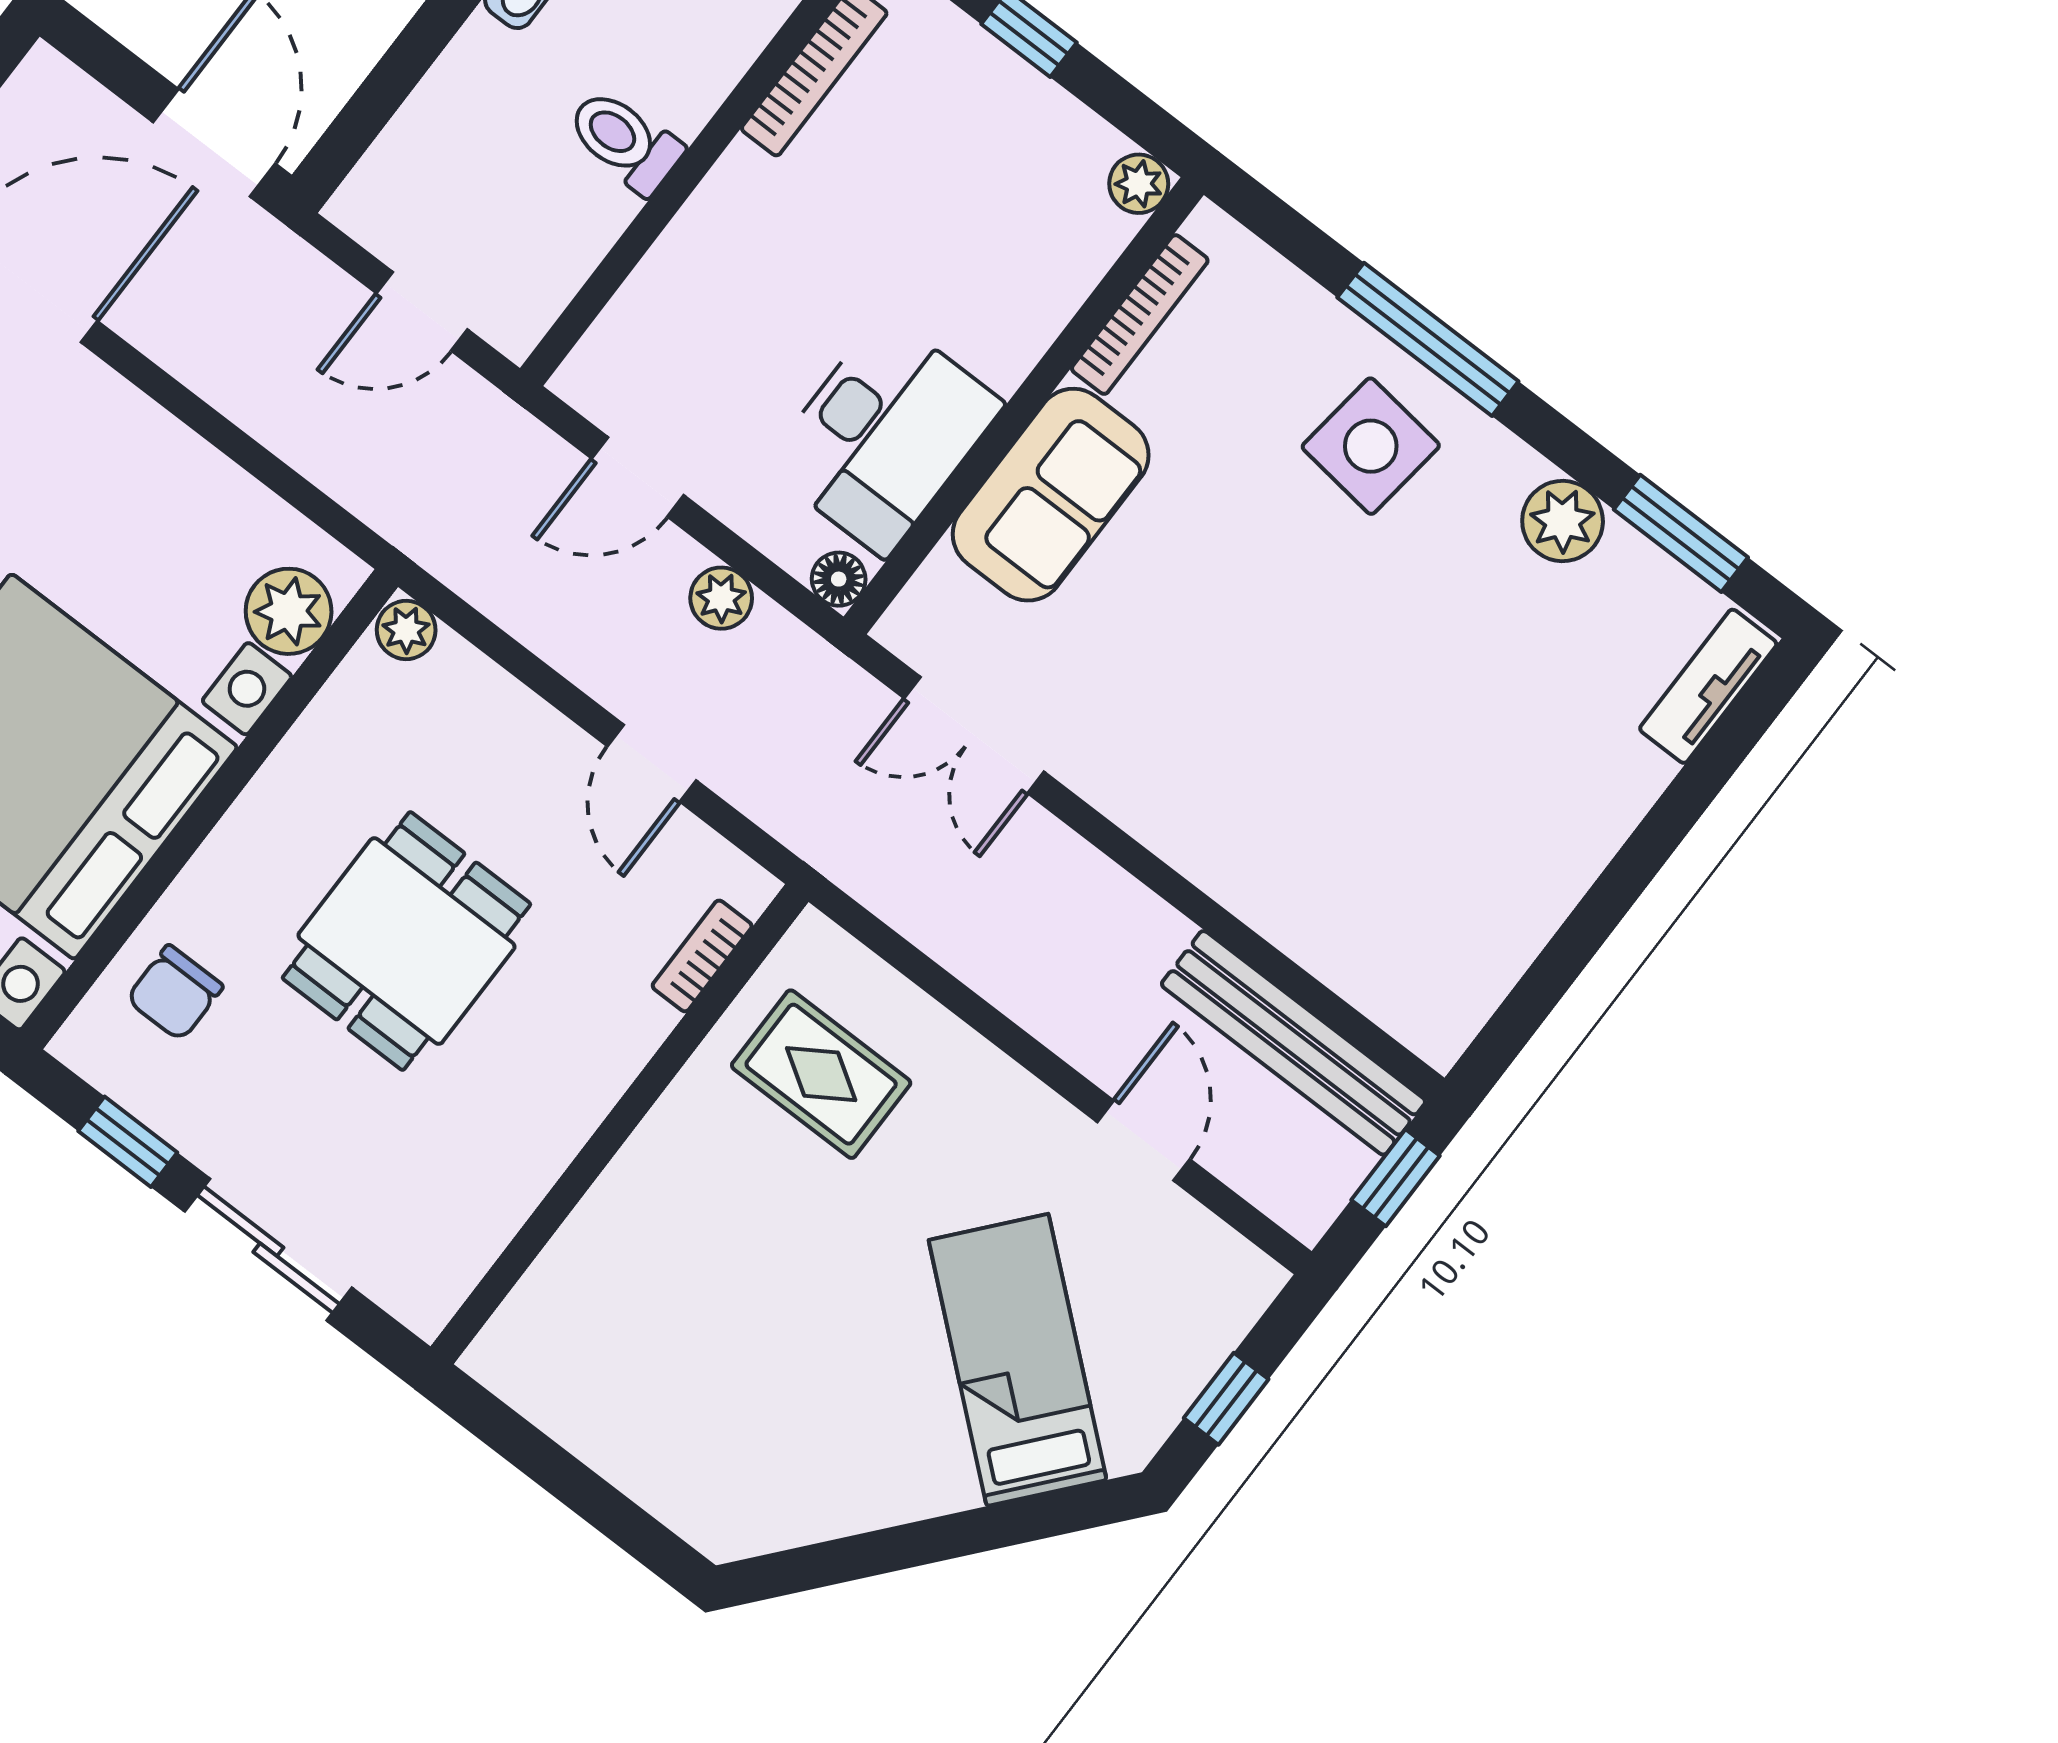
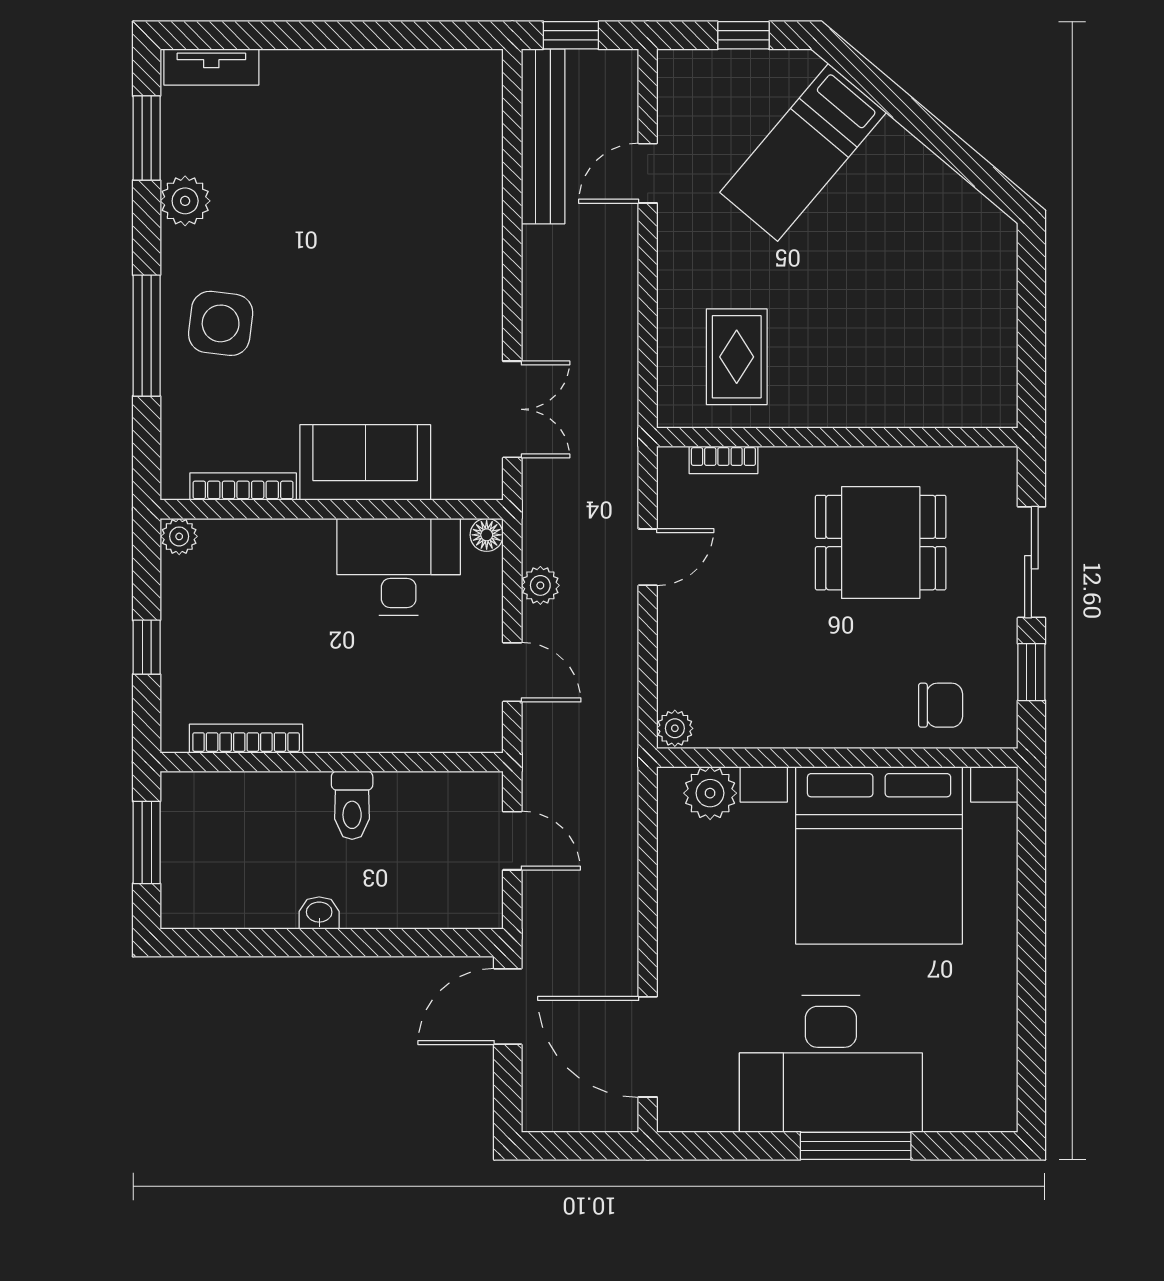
dining table: (406, 941) -> (881, 543), moved

